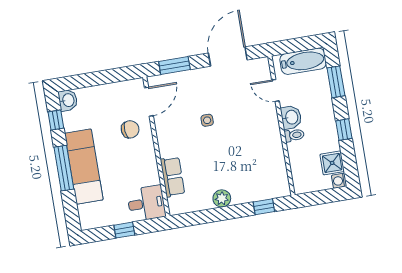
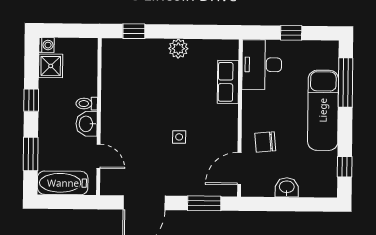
washbasin: (68, 100) -> (287, 187), moved, turned 90
window: (64, 168) -> (345, 83), moved
desk: (146, 203) -> (262, 65), width x1.37

